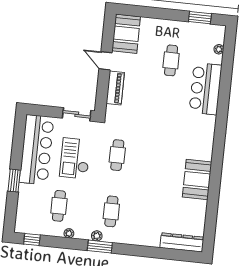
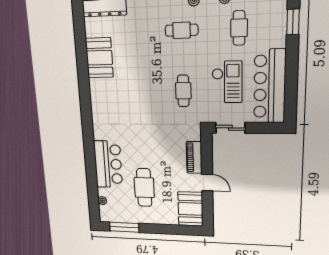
window: (200, 18) -> (124, 227), width x1.44
cafe table: (171, 60) -> (144, 188), width x1.37, depth x1.35
booth: (197, 179) -> (99, 58), moved
window: (14, 181) -> (293, 22), moved
cafe table: (111, 211) -> (182, 30), turned 90

